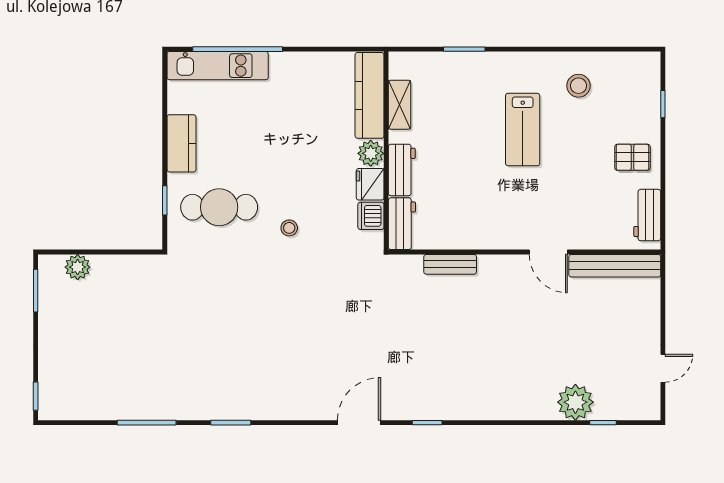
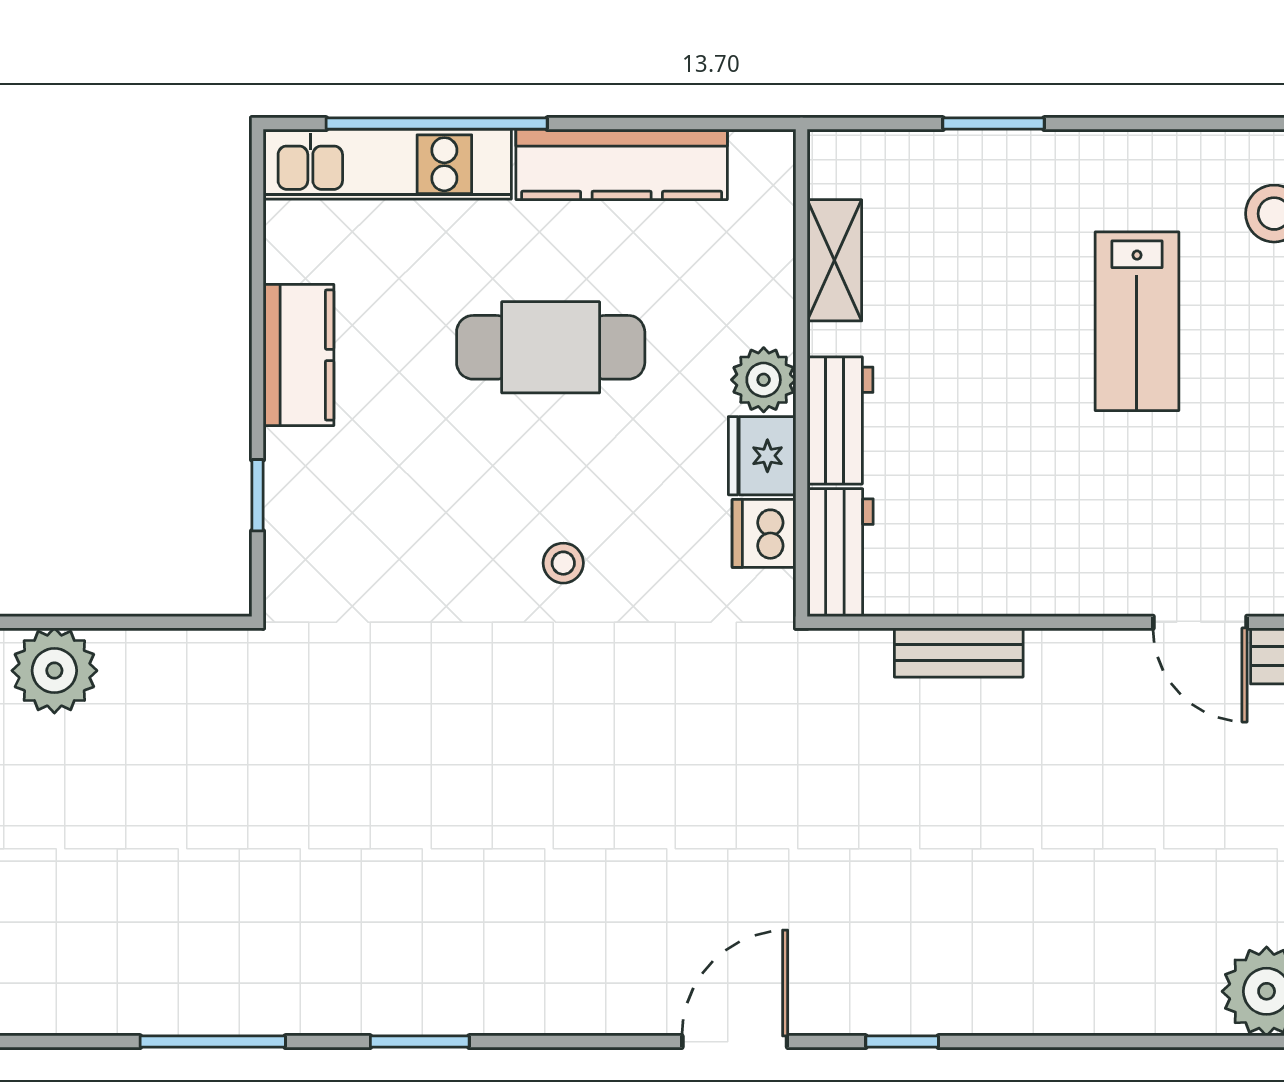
kitchen counter: (370, 95) -> (622, 164), moved, turned -90
cafe table: (219, 207) -> (551, 347), moved
plant: (78, 267) -> (54, 671), width x1.36, depth x1.36

